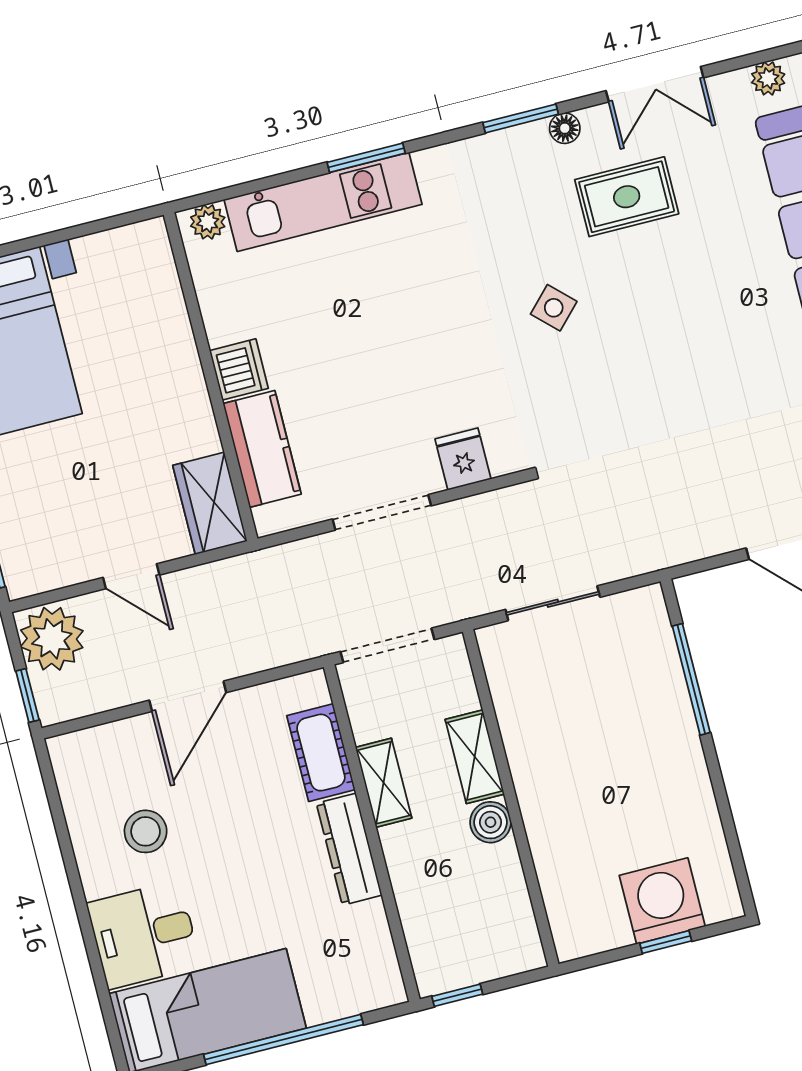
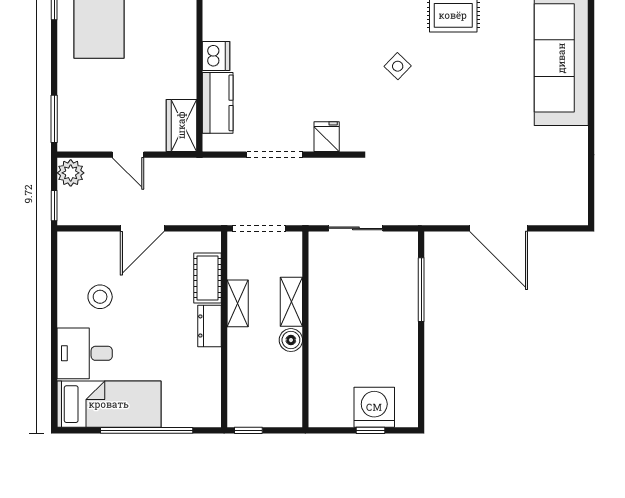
plant: (52, 639) -> (71, 173), width x0.73, depth x0.73
dresser: (349, 849) -> (209, 326), width x0.70

